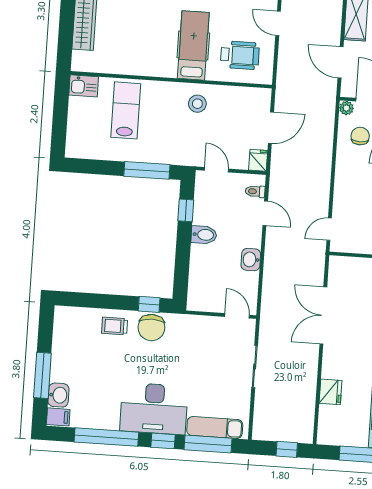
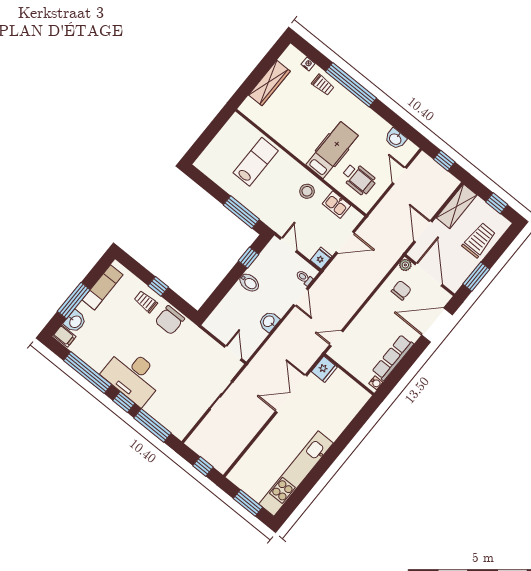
kitchen sink: (84, 86) -> (337, 205), moved
window: (149, 304) -> (158, 286), moved
fridge: (330, 392) -> (324, 369), moved
exam couch: (215, 428) -> (102, 287), moved, turned 90

